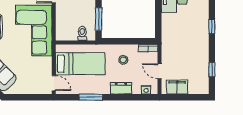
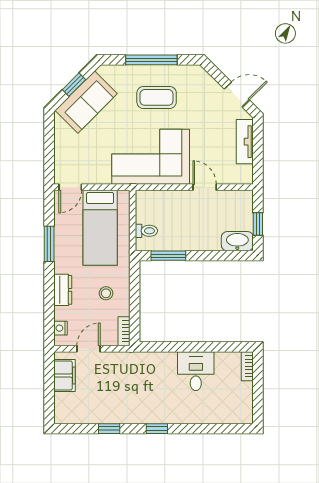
window: (212, 70) -> (109, 429), moved

